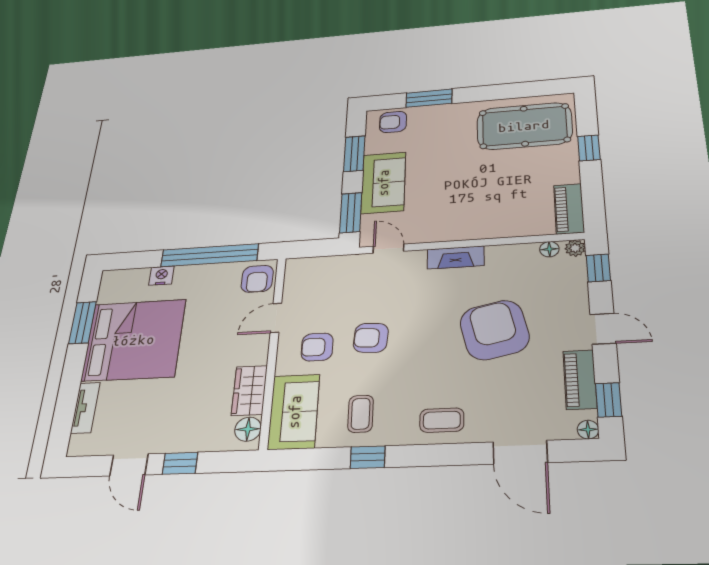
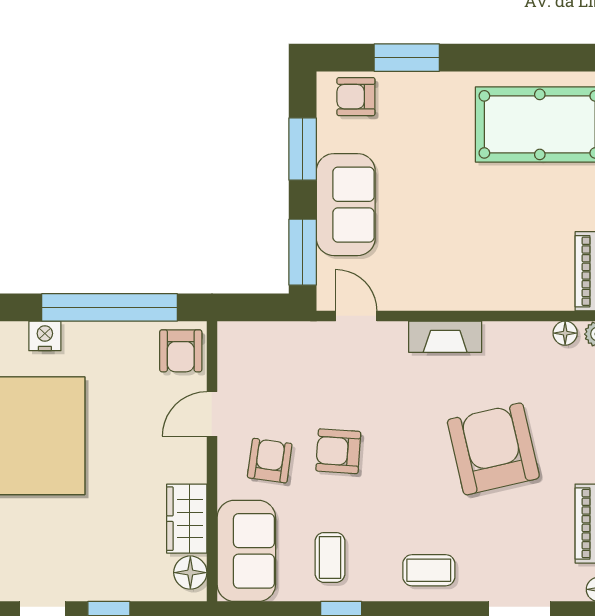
armchair: (317, 347) -> (270, 461), turned 98

